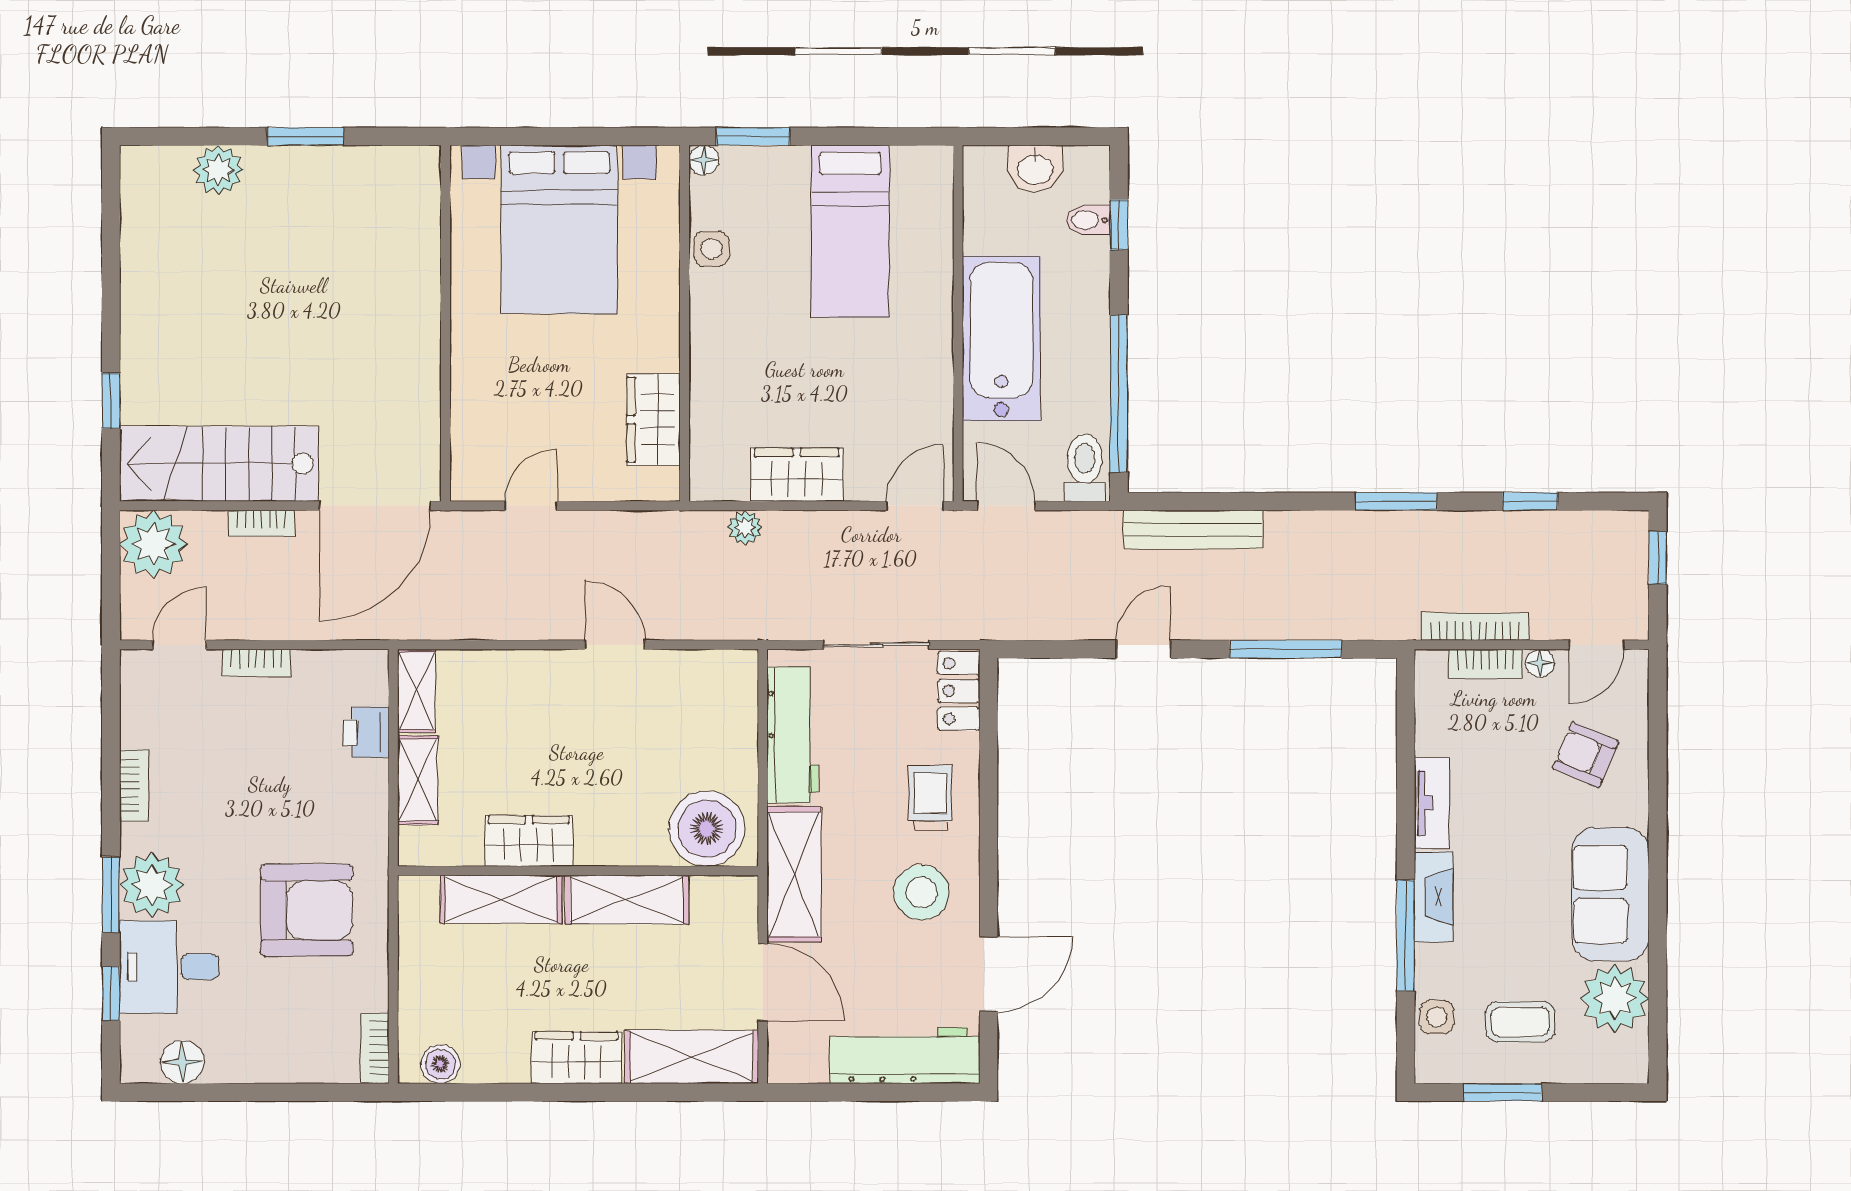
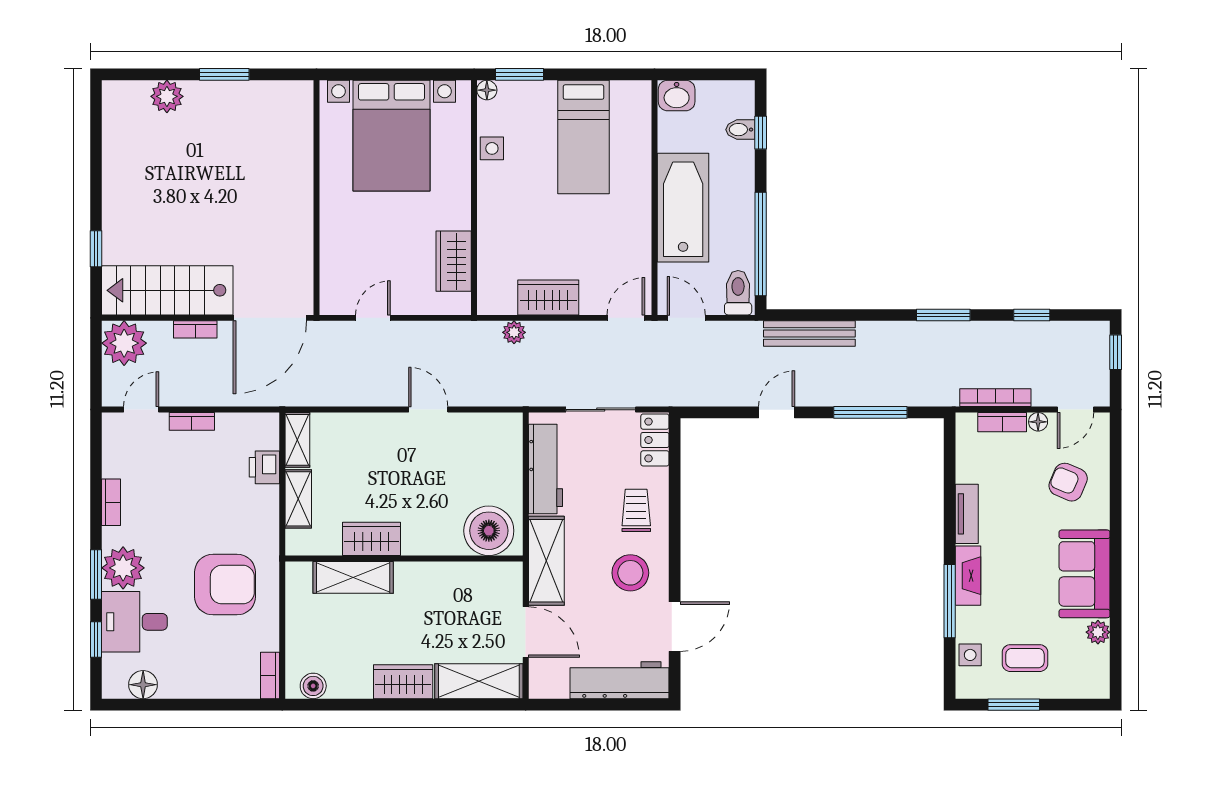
washbasin: (1035, 168) -> (677, 96), moved
shelving: (627, 900) -> (436, 578), removed
plant: (1615, 998) -> (1098, 632), width x0.53, depth x0.53

